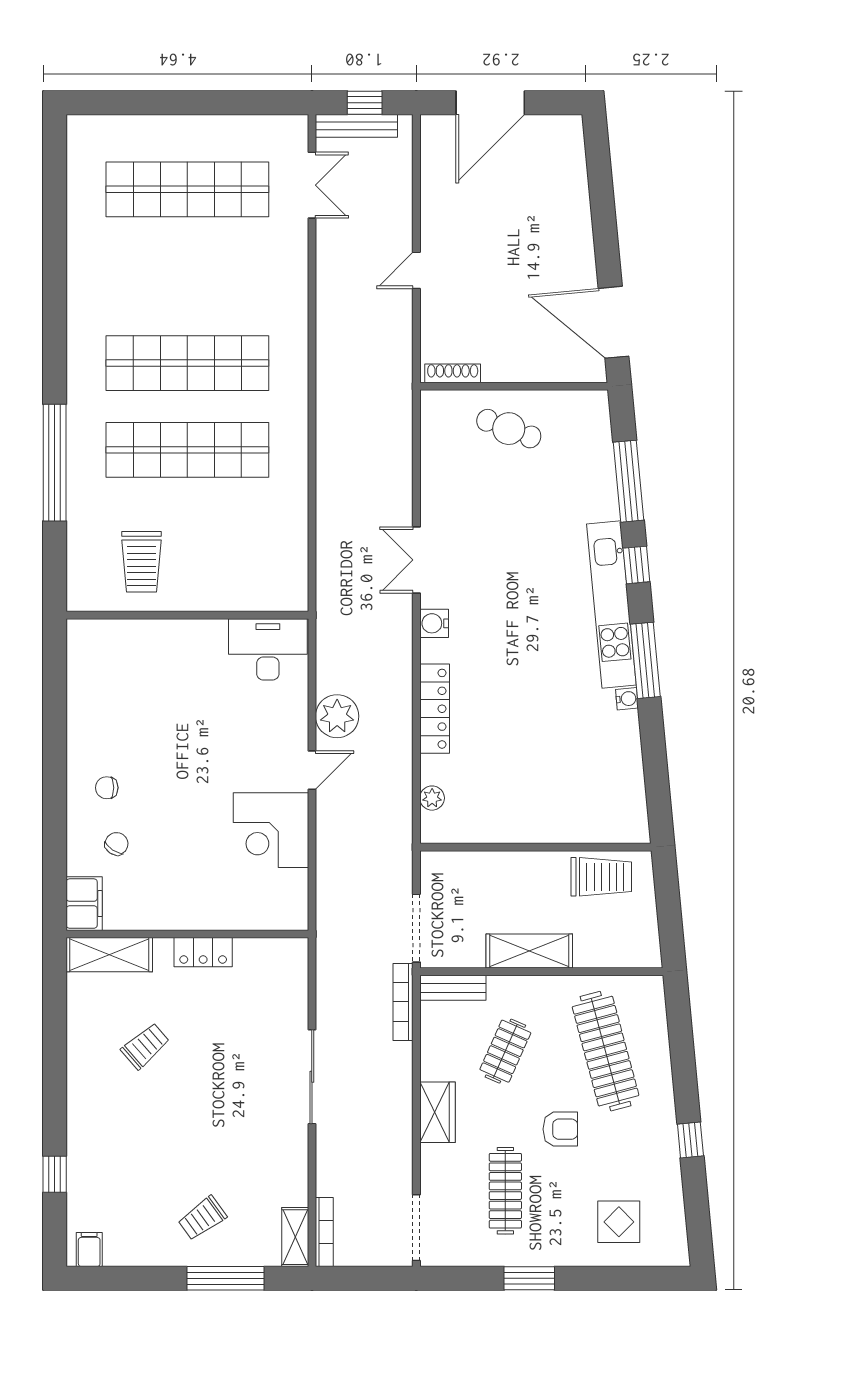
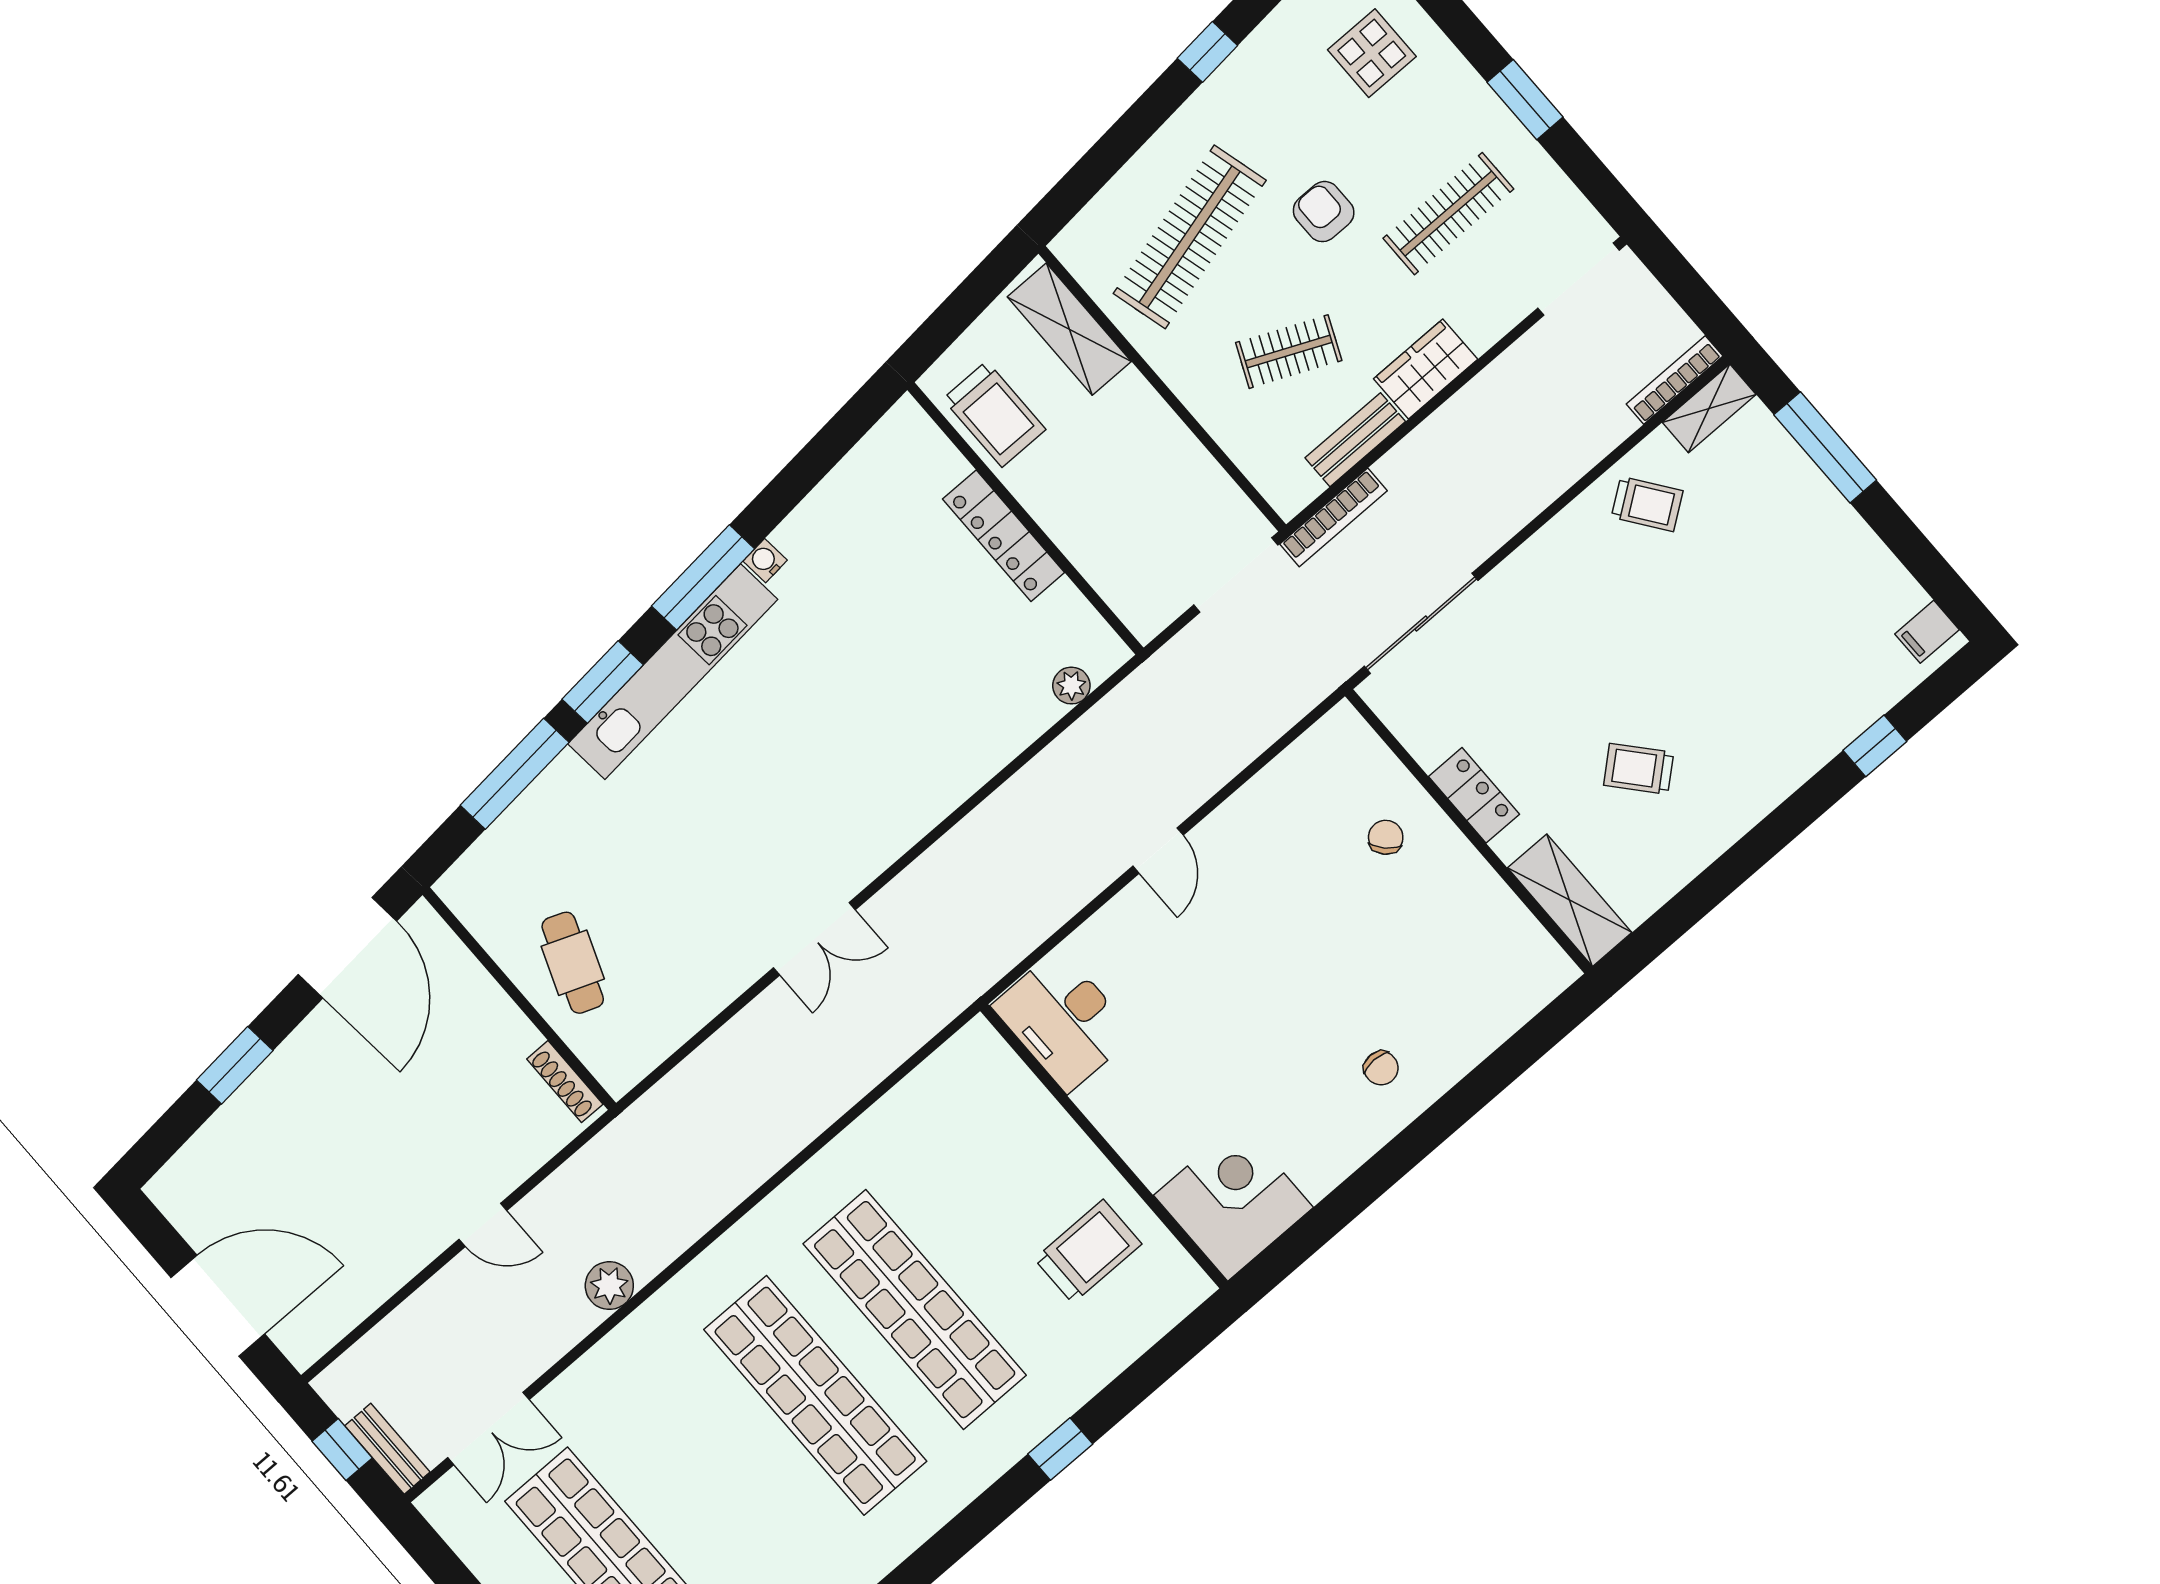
bench: (356, 126) -> (387, 1449), width x0.73
double door: (312, 185) -> (488, 1429), swing flipped
window: (604, 215) -> (235, 1065), added
window: (55, 463) -> (1060, 1449), width x0.32
window: (636, 565) -> (603, 682), width x1.50
water cooler: (434, 623) -> (869, 856), removed
locker: (435, 709) -> (1004, 536), moved, turned -90
plant: (337, 716) -> (609, 1286), moved, width x0.73, depth x0.73
door: (312, 770) -> (1158, 851), swing flipped
corner desk: (271, 830) -> (1233, 1201), moved, turned -90
chair: (117, 844) -> (1386, 837), moved, turned 102
trolley: (601, 877) -> (994, 414), turned 180
filing cabinet: (84, 904) -> (1536, 979), removed
shelving: (529, 951) -> (1069, 329), moved
bench: (453, 988) -> (1355, 440), moved, turned 90
sliding door: (312, 1077) -> (1421, 623), moved
trolley: (202, 1218) -> (1647, 504), moved

